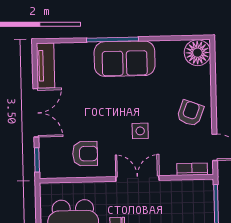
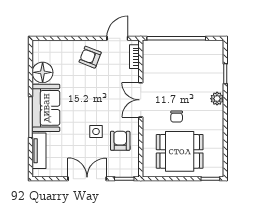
floor lamp: (197, 53) -> (43, 72), moved
tv unit: (45, 66) -> (39, 151), moved, turned 90
side table: (140, 131) -> (96, 131), moved

